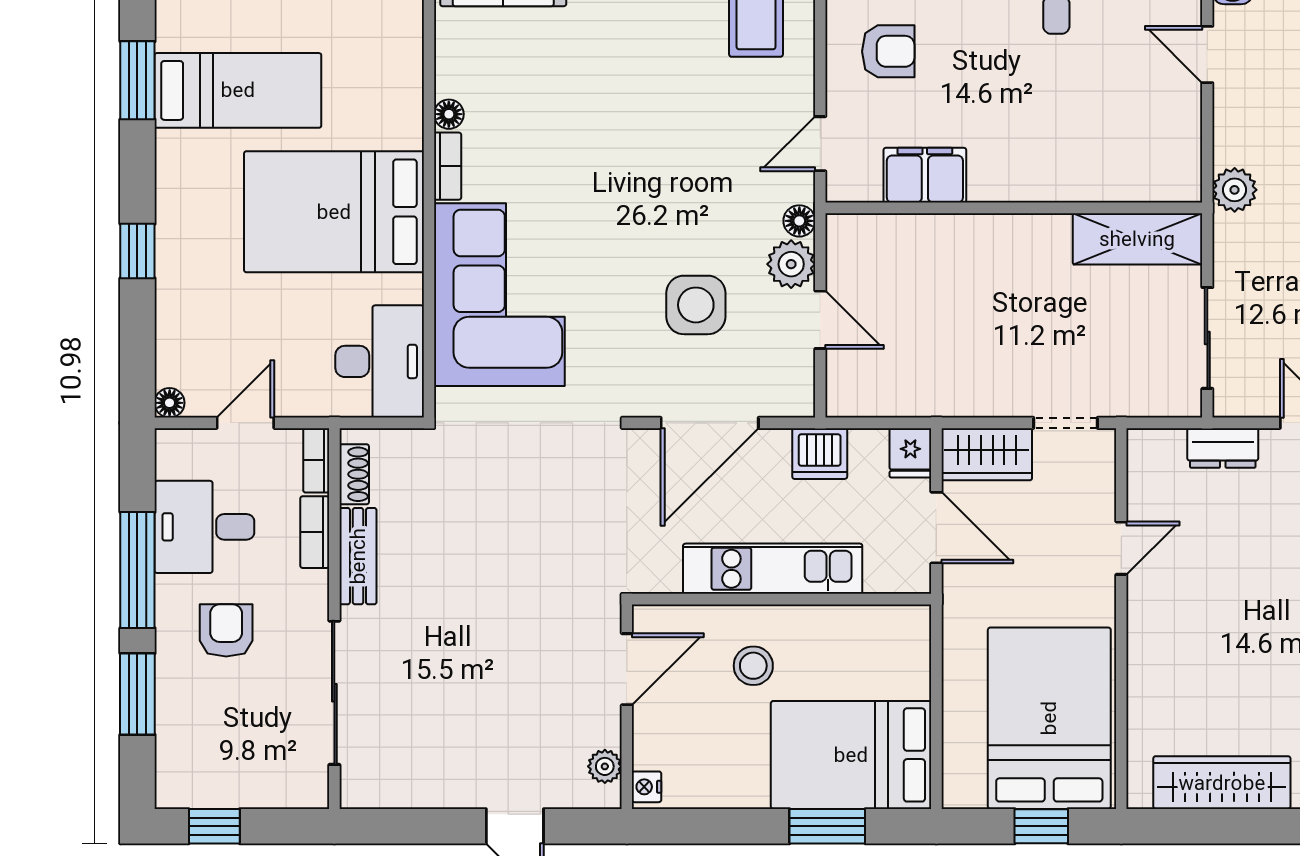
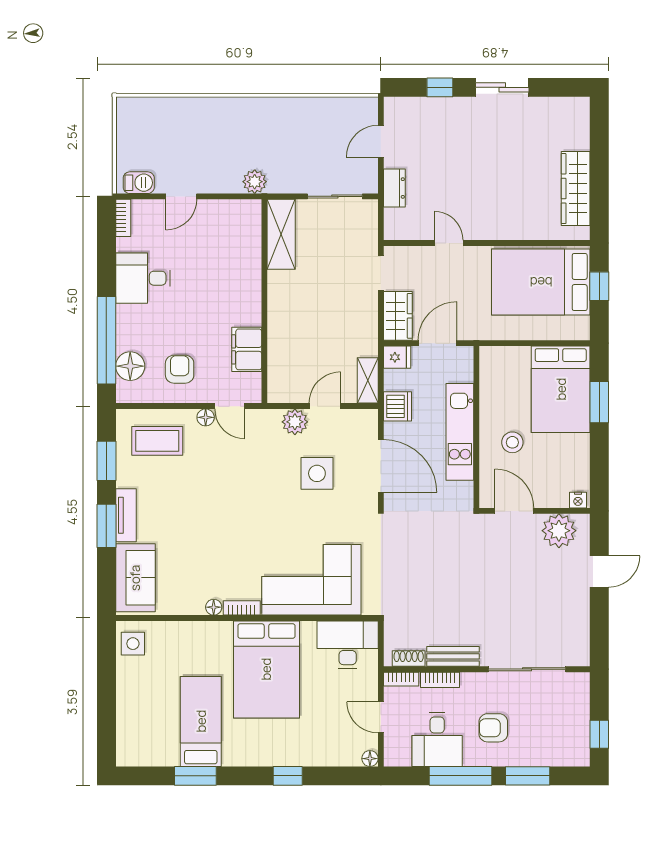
floor lamp: (799, 221) -> (206, 417), moved
shelving: (868, 399) -> (368, 380), added
plant: (605, 766) -> (559, 531), width x1.87, depth x1.87

